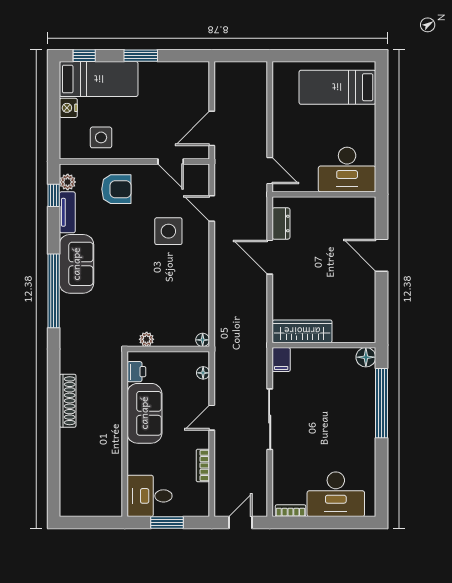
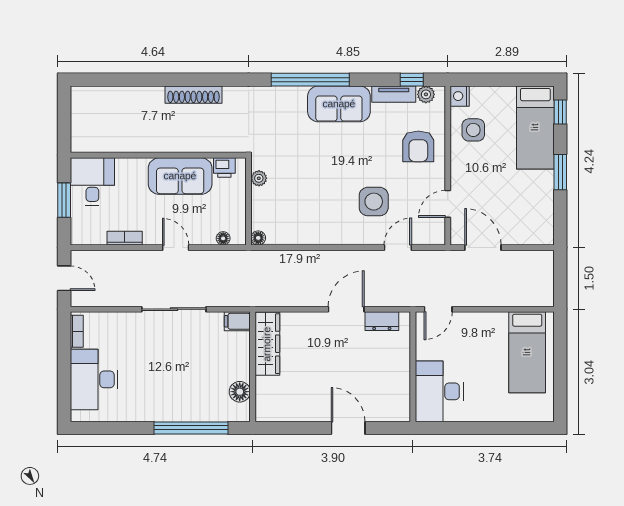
bed: (337, 87) -> (527, 352), moved, turned 180
nightstand: (68, 108) -> (460, 96), moved, turned -90
door: (381, 255) -> (348, 428), hinge flipped
floor lamp: (366, 357) -> (240, 392), moved

